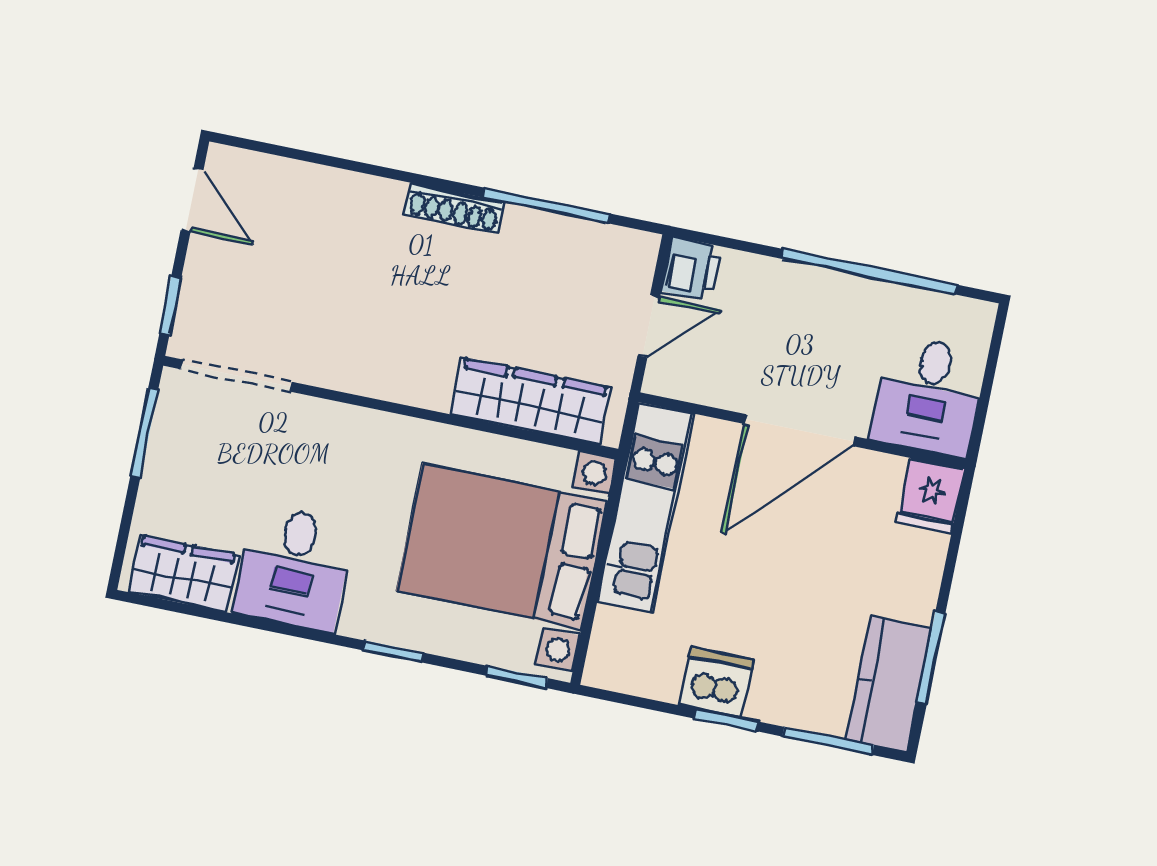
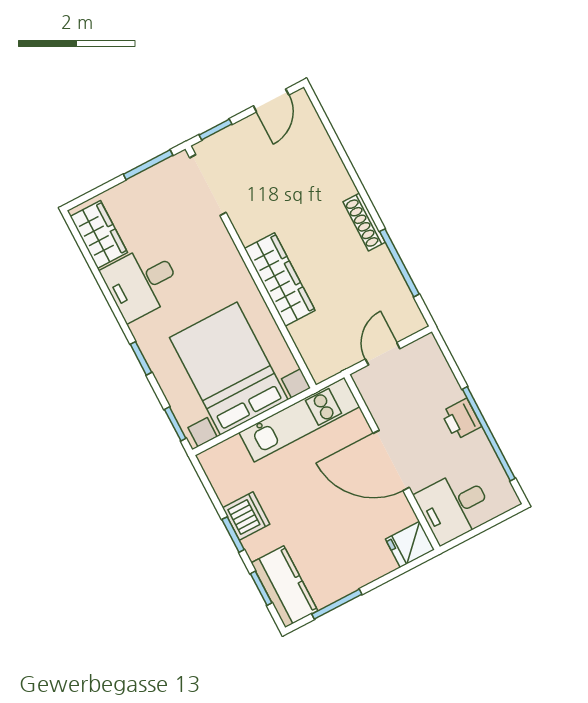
printer: (691, 269) -> (461, 419), moved, turned 90
door: (649, 326) -> (383, 354), swing flipped
wardrobe: (531, 401) -> (280, 280), moved
kitchen counter: (889, 684) -> (284, 587), moved, turned 90
window: (828, 741) -> (261, 588), width x0.67

